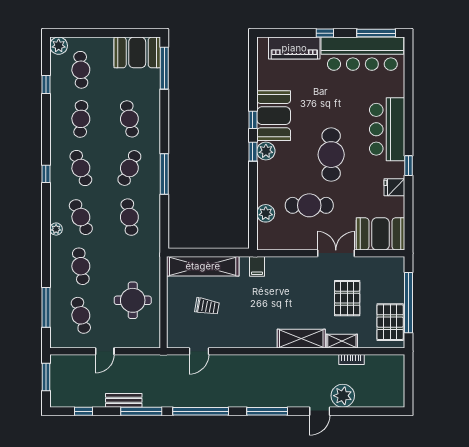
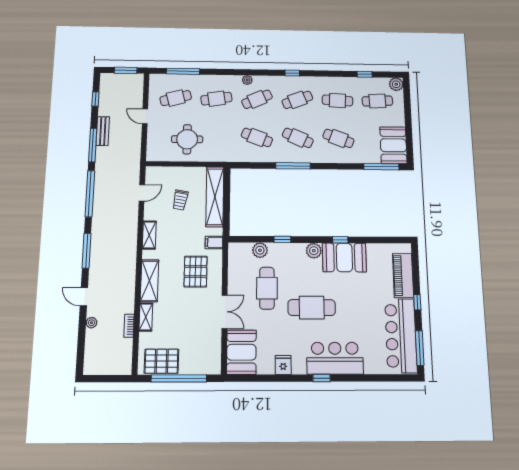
cafe table: (129, 119) -> (338, 138), turned 33
window: (253, 152) -> (282, 239), moved
window: (409, 166) -> (322, 378), moved
cafe table: (129, 217) -> (257, 137), turned 30
pallet: (347, 298) -> (196, 271), moved, turned 90
shelving: (249, 341) -> (149, 235), added
door: (199, 351) -> (142, 193), swing flipped
plant: (343, 396) -> (91, 323), width x0.53, depth x0.53

